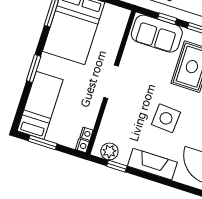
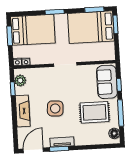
bed: (40, 105) -> (33, 30), width x1.50

